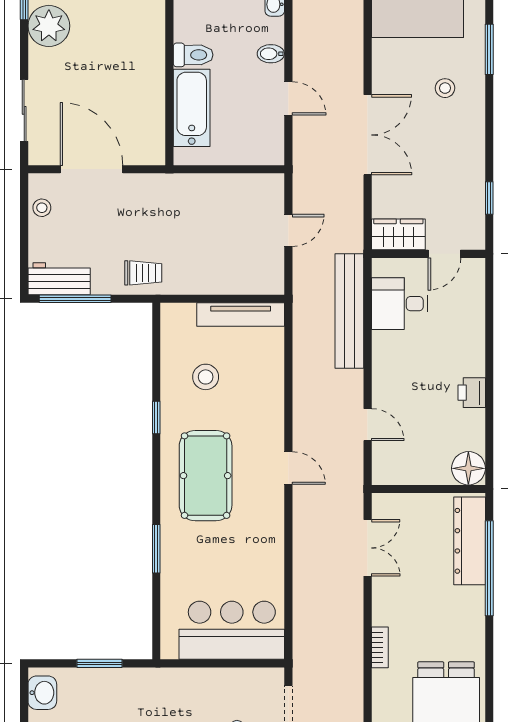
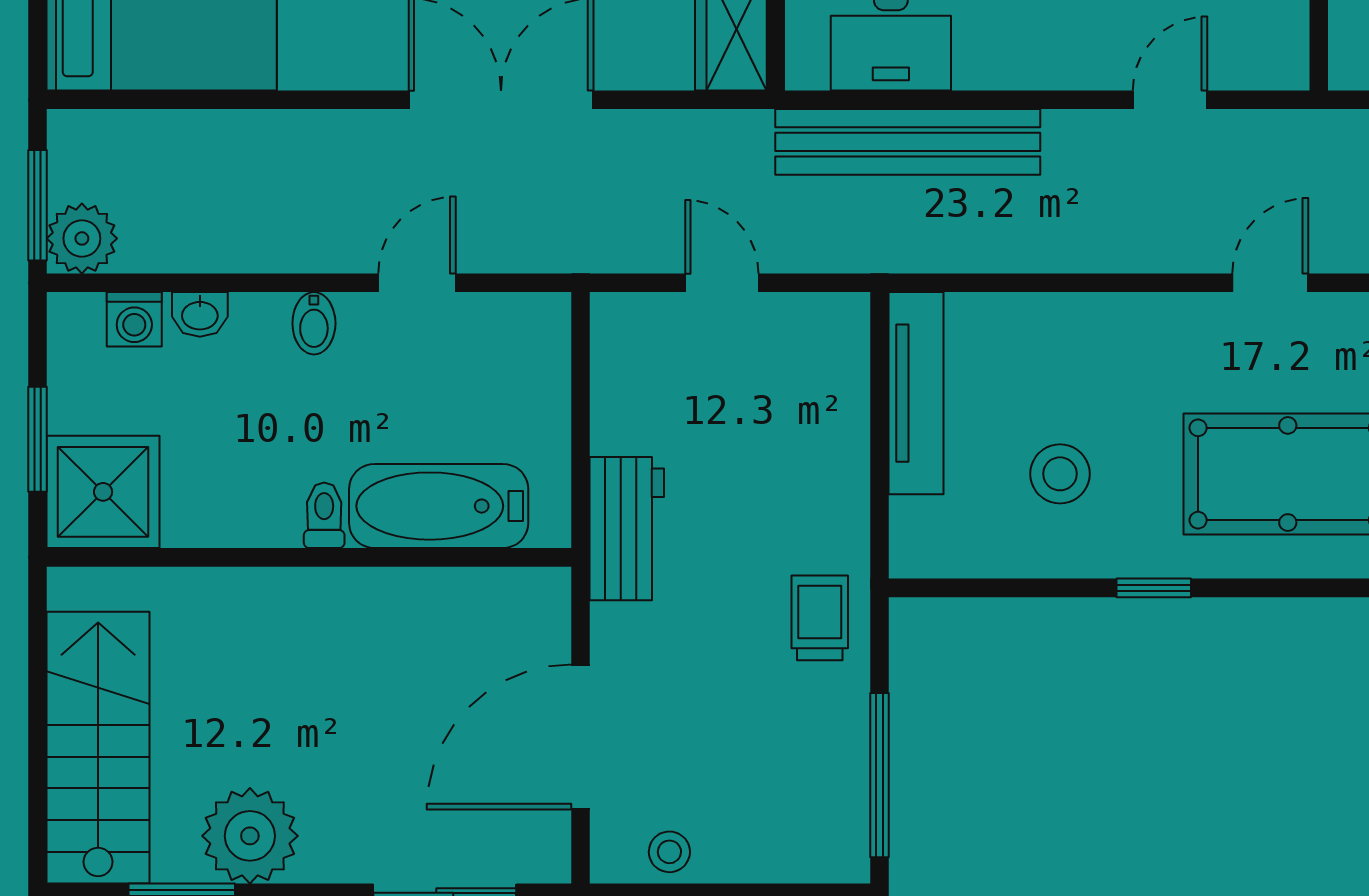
toilet: (193, 55) -> (324, 515), width x0.73, depth x0.72
workbench: (59, 279) -> (627, 529), moved, turned 180

